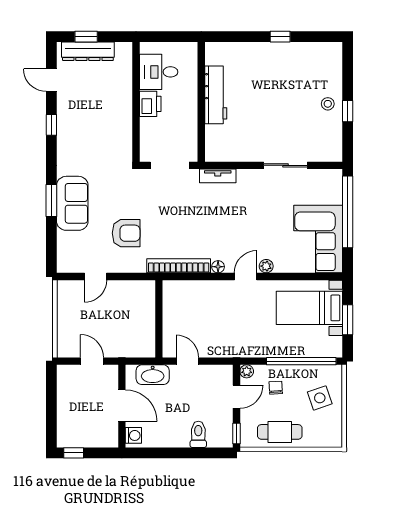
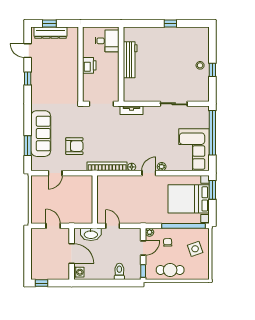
desk: (159, 72) -> (107, 41), moved, turned 180
window: (51, 200) -> (28, 146), moved
sofa: (72, 203) -> (41, 134), width x1.36
bed with nightstands: (309, 308) -> (189, 199), width x1.36
window: (348, 320) -> (212, 190), moved

